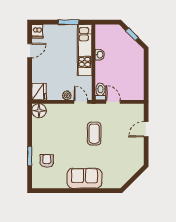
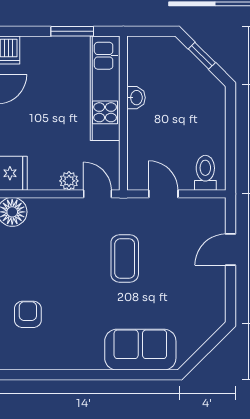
toilet: (100, 92) -> (205, 173), moved
sofa: (84, 178) -> (140, 350), moved

